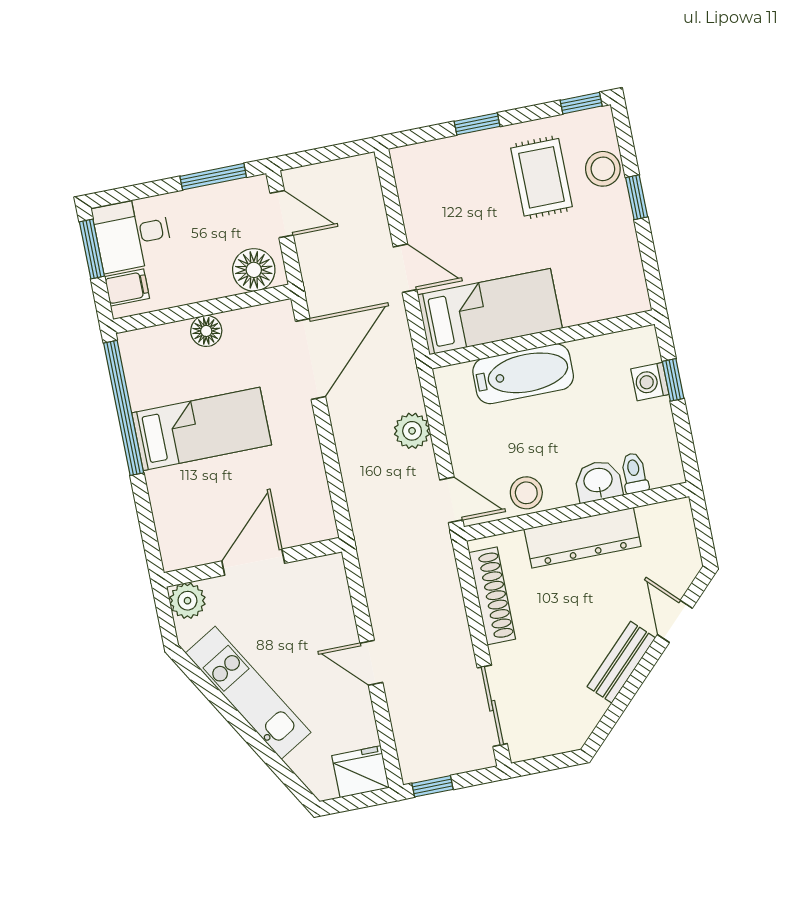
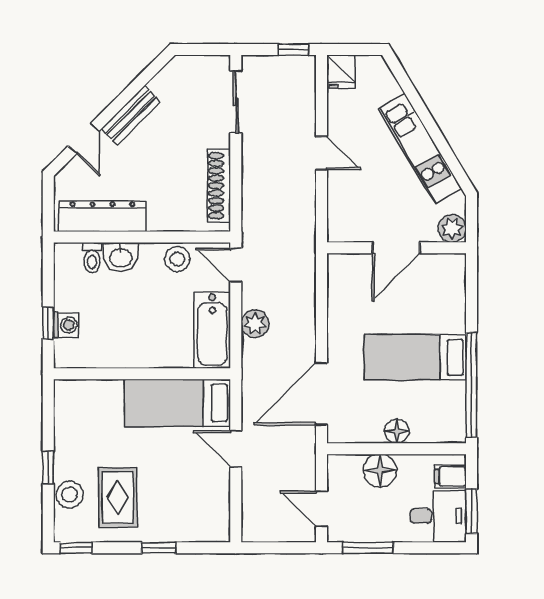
floor lamp: (254, 270) -> (380, 471), moved
bathtub: (523, 374) -> (212, 330), moved, turned -90
dresser: (583, 538) -> (102, 216), moved
fridge: (361, 772) -> (341, 72), width x0.72

